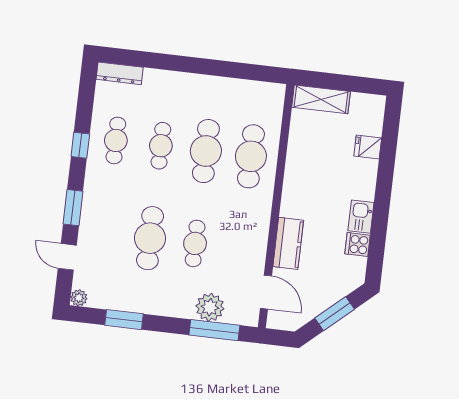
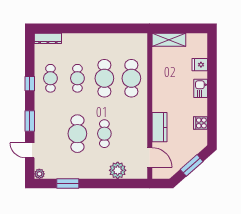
kitchen sink: (361, 217) -> (201, 88), moved
window: (214, 330) -> (122, 184), removed

